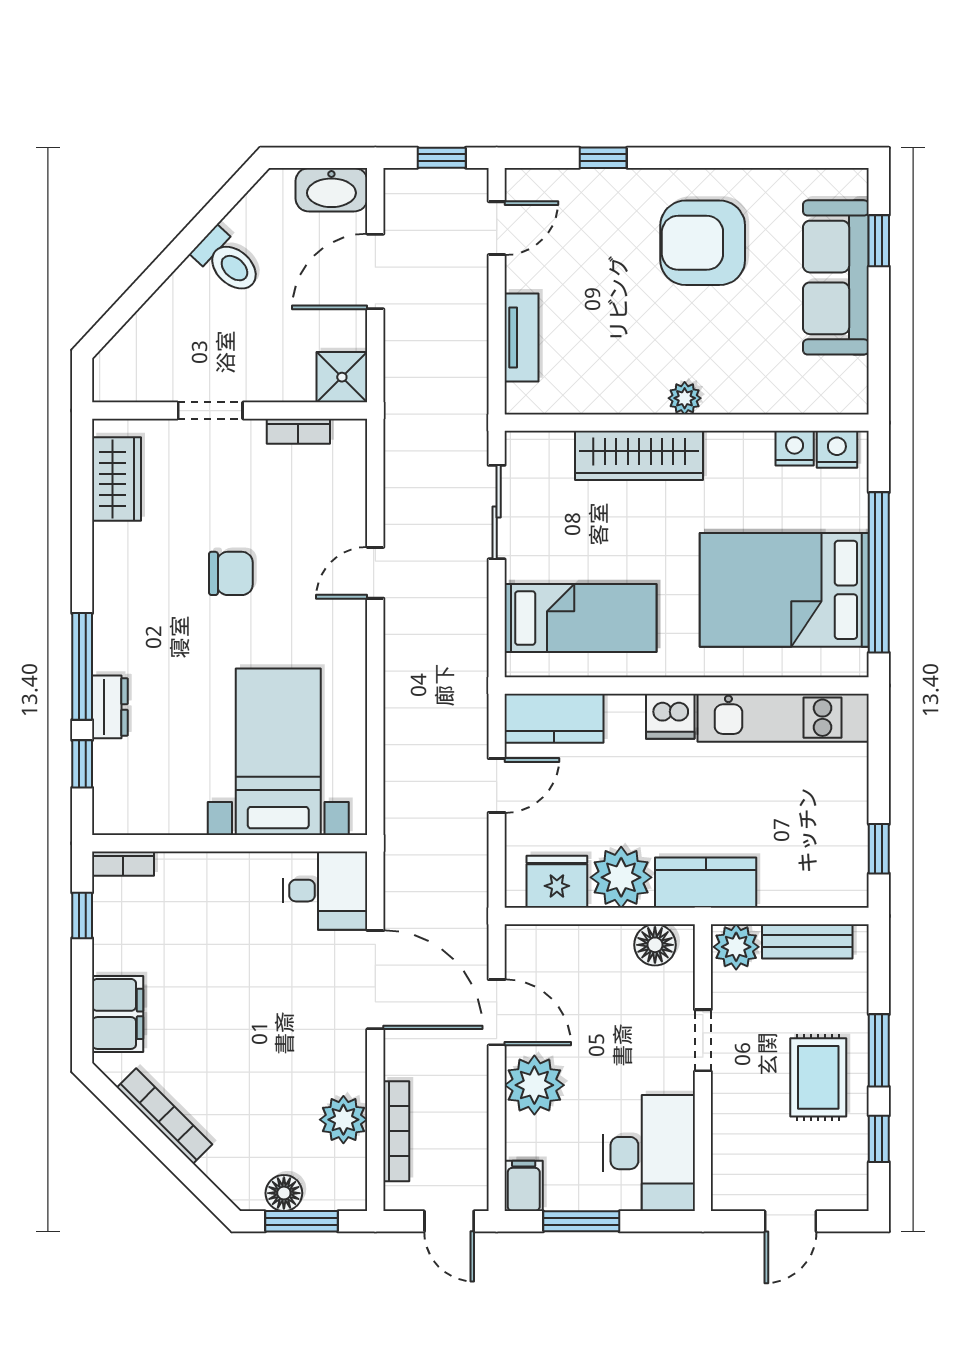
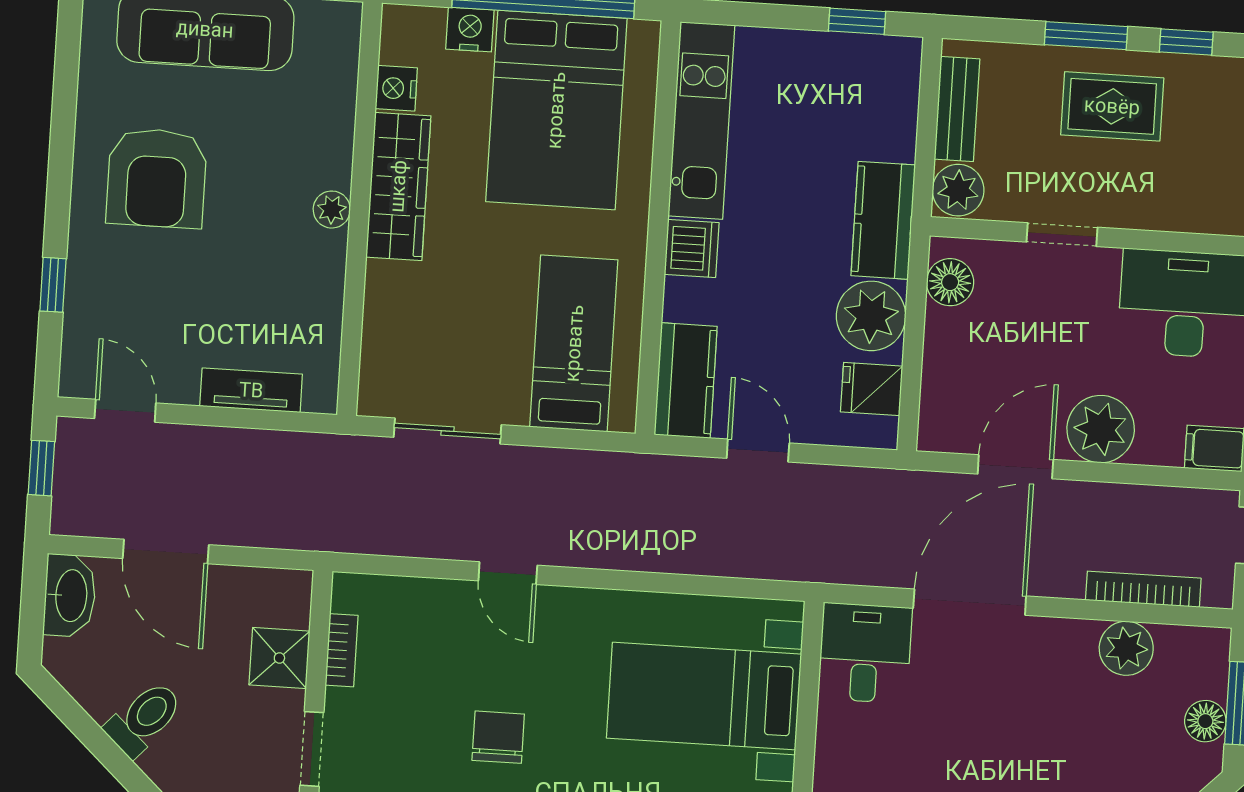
shower: (342, 377) -> (279, 658), moved
nightstand: (837, 449) -> (470, 30), moved, turned 90
wardrobe: (639, 455) -> (398, 186), moved
fridge: (557, 882) -> (872, 389), width x0.72

